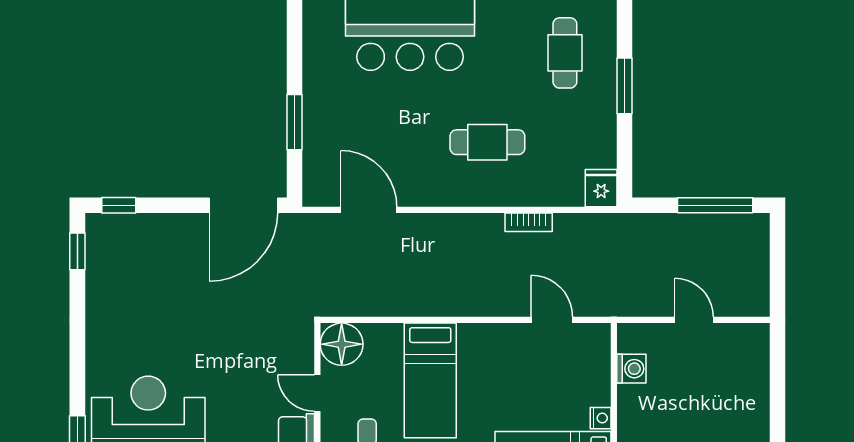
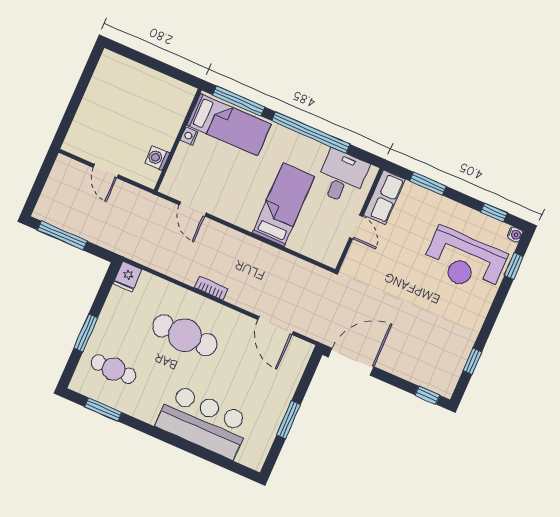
cafe table: (565, 53) -> (113, 369), turned 90
window: (294, 122) -> (289, 420), moved
cafe table: (487, 142) -> (185, 335), width x1.37, depth x1.35
bookcase: (529, 222) -> (211, 288), moved
window: (77, 251) -> (472, 361), moved
floor lamp: (342, 344) -> (328, 250), removed

